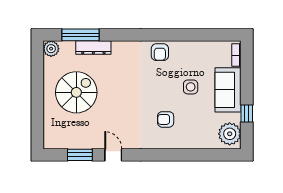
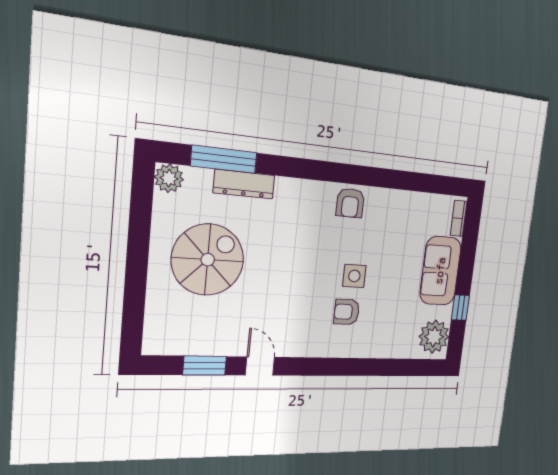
side table: (191, 87) -> (354, 276), moved

